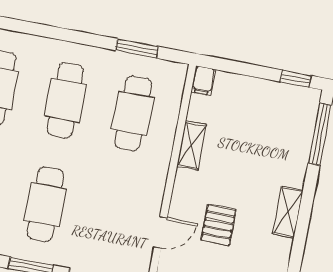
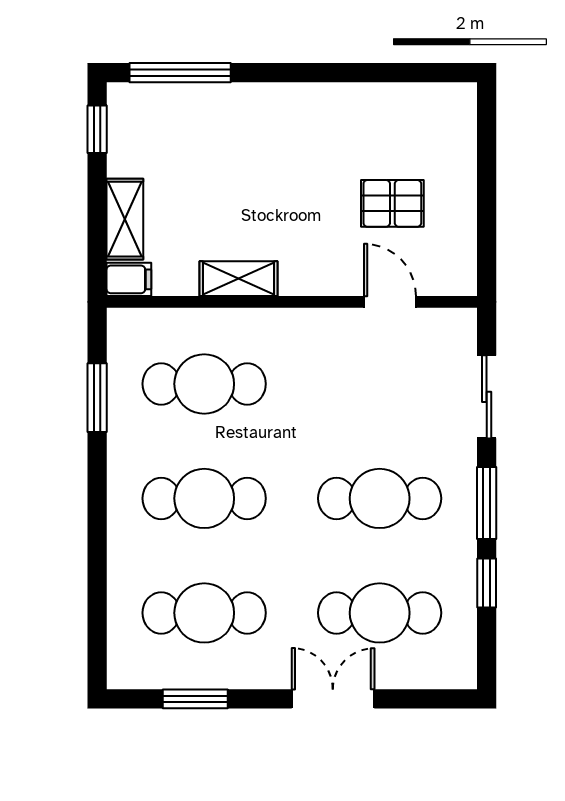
shelving: (288, 212) -> (125, 219), moved, turned 90
pallet: (218, 225) -> (392, 203), moved

